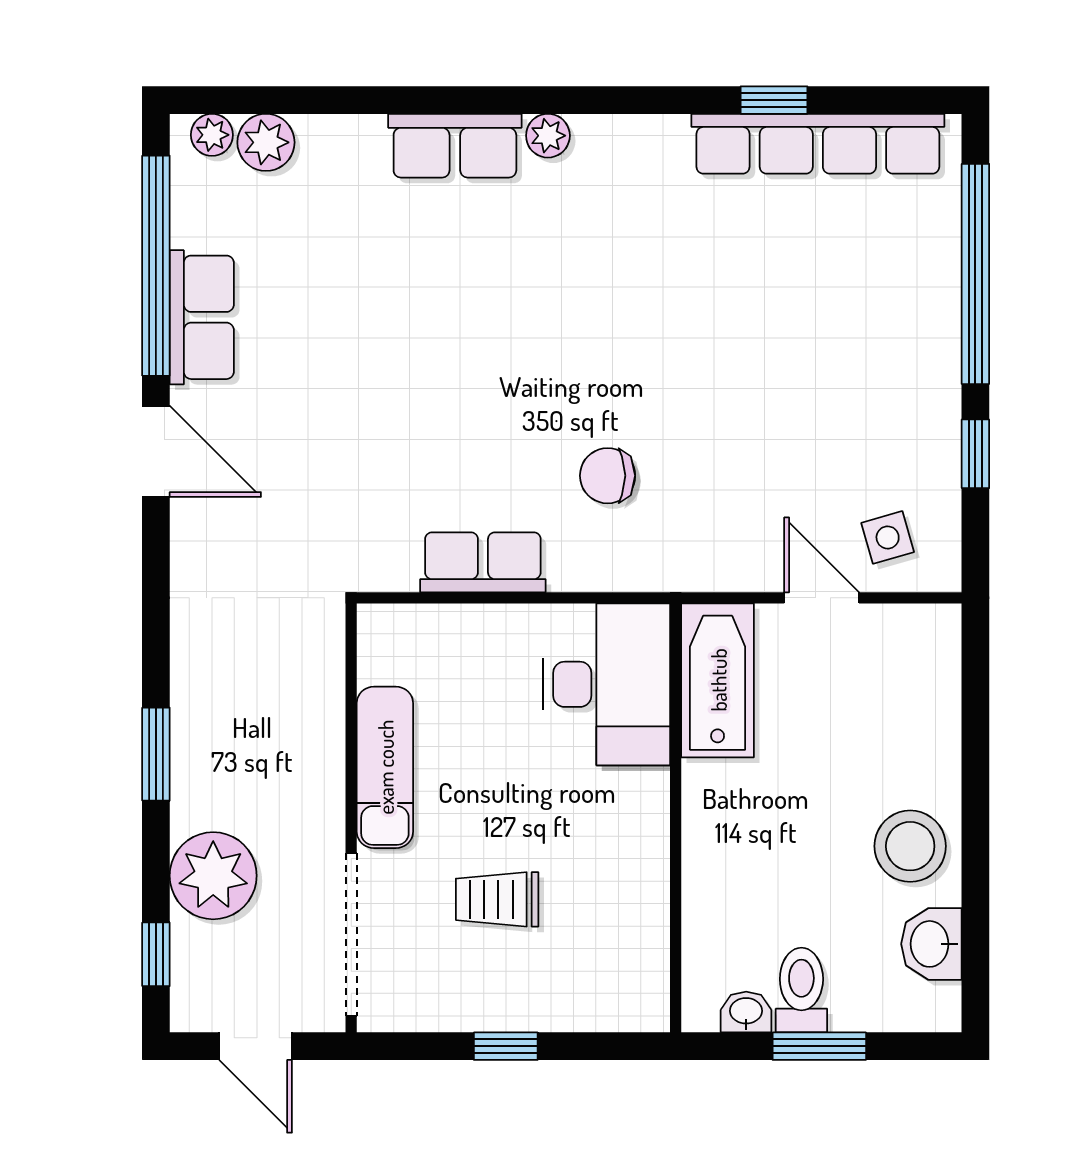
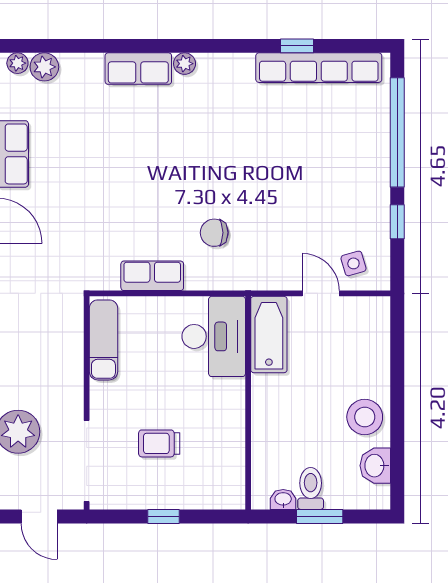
exam couch: (385, 767) -> (103, 340), moved

